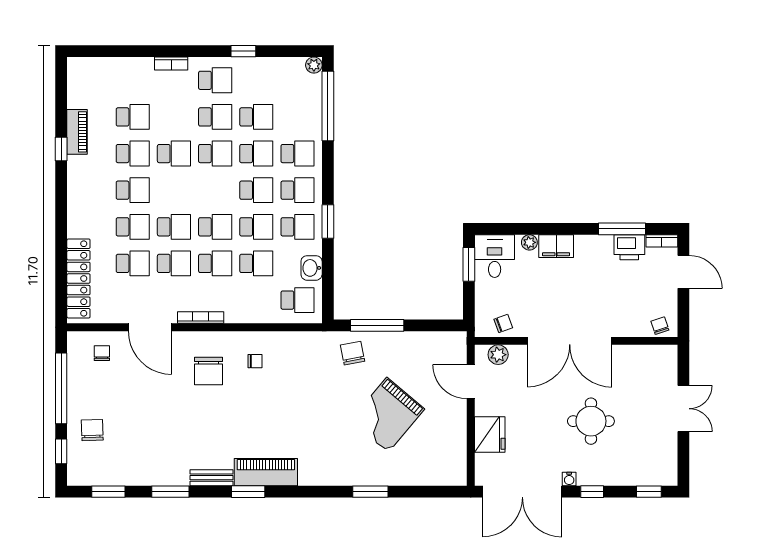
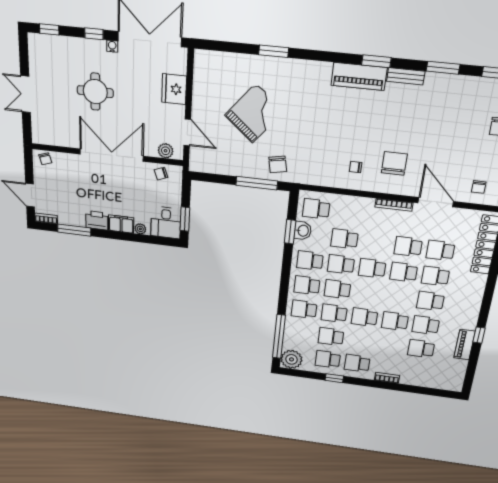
plant: (314, 65) -> (291, 359), width x1.88, depth x1.88
school desk: (215, 117) -> (328, 359), moved
window: (328, 221) -> (290, 232), moved
printer: (629, 247) -> (97, 220), moved
school desk: (215, 263) -> (376, 243), removed

